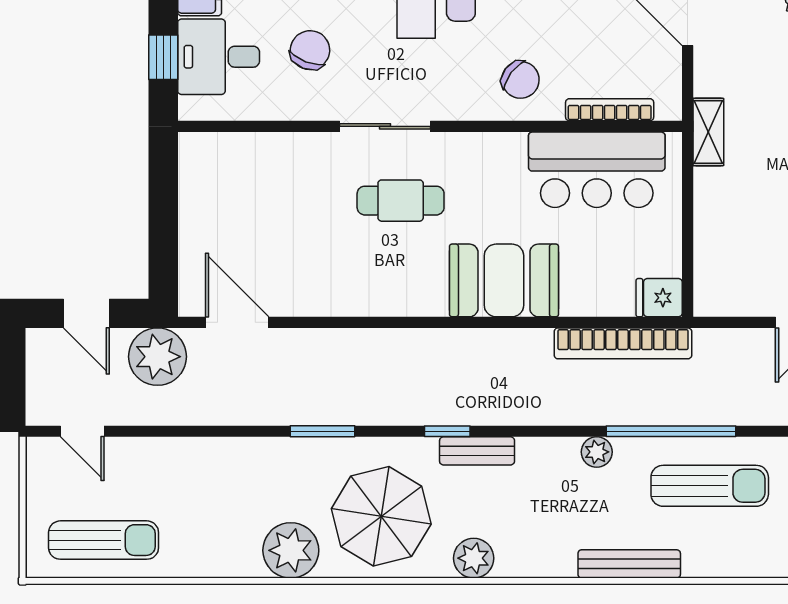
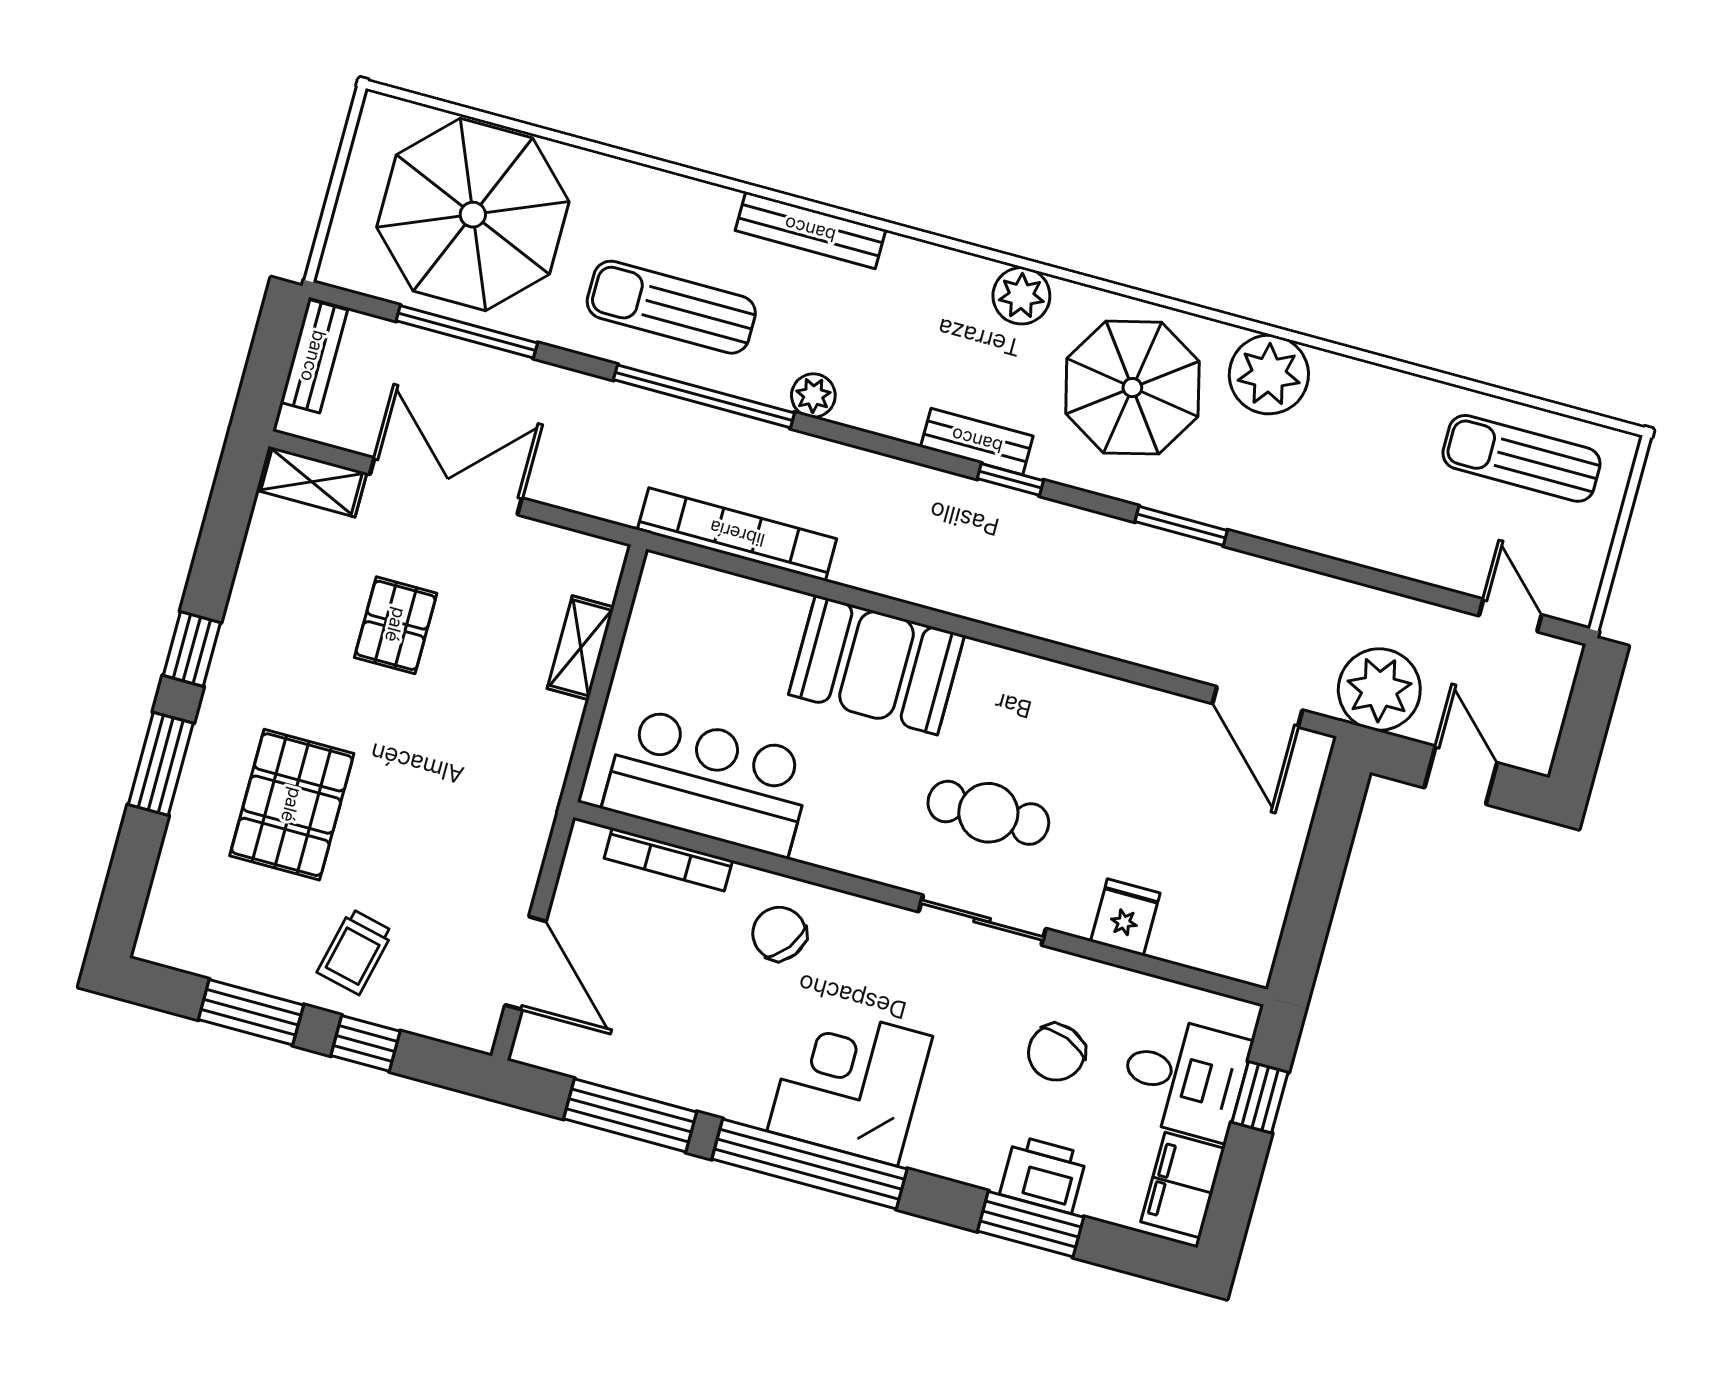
shelving: (708, 132) -> (581, 648), moved
fridge: (659, 298) -> (1125, 917), moved, turned -90

